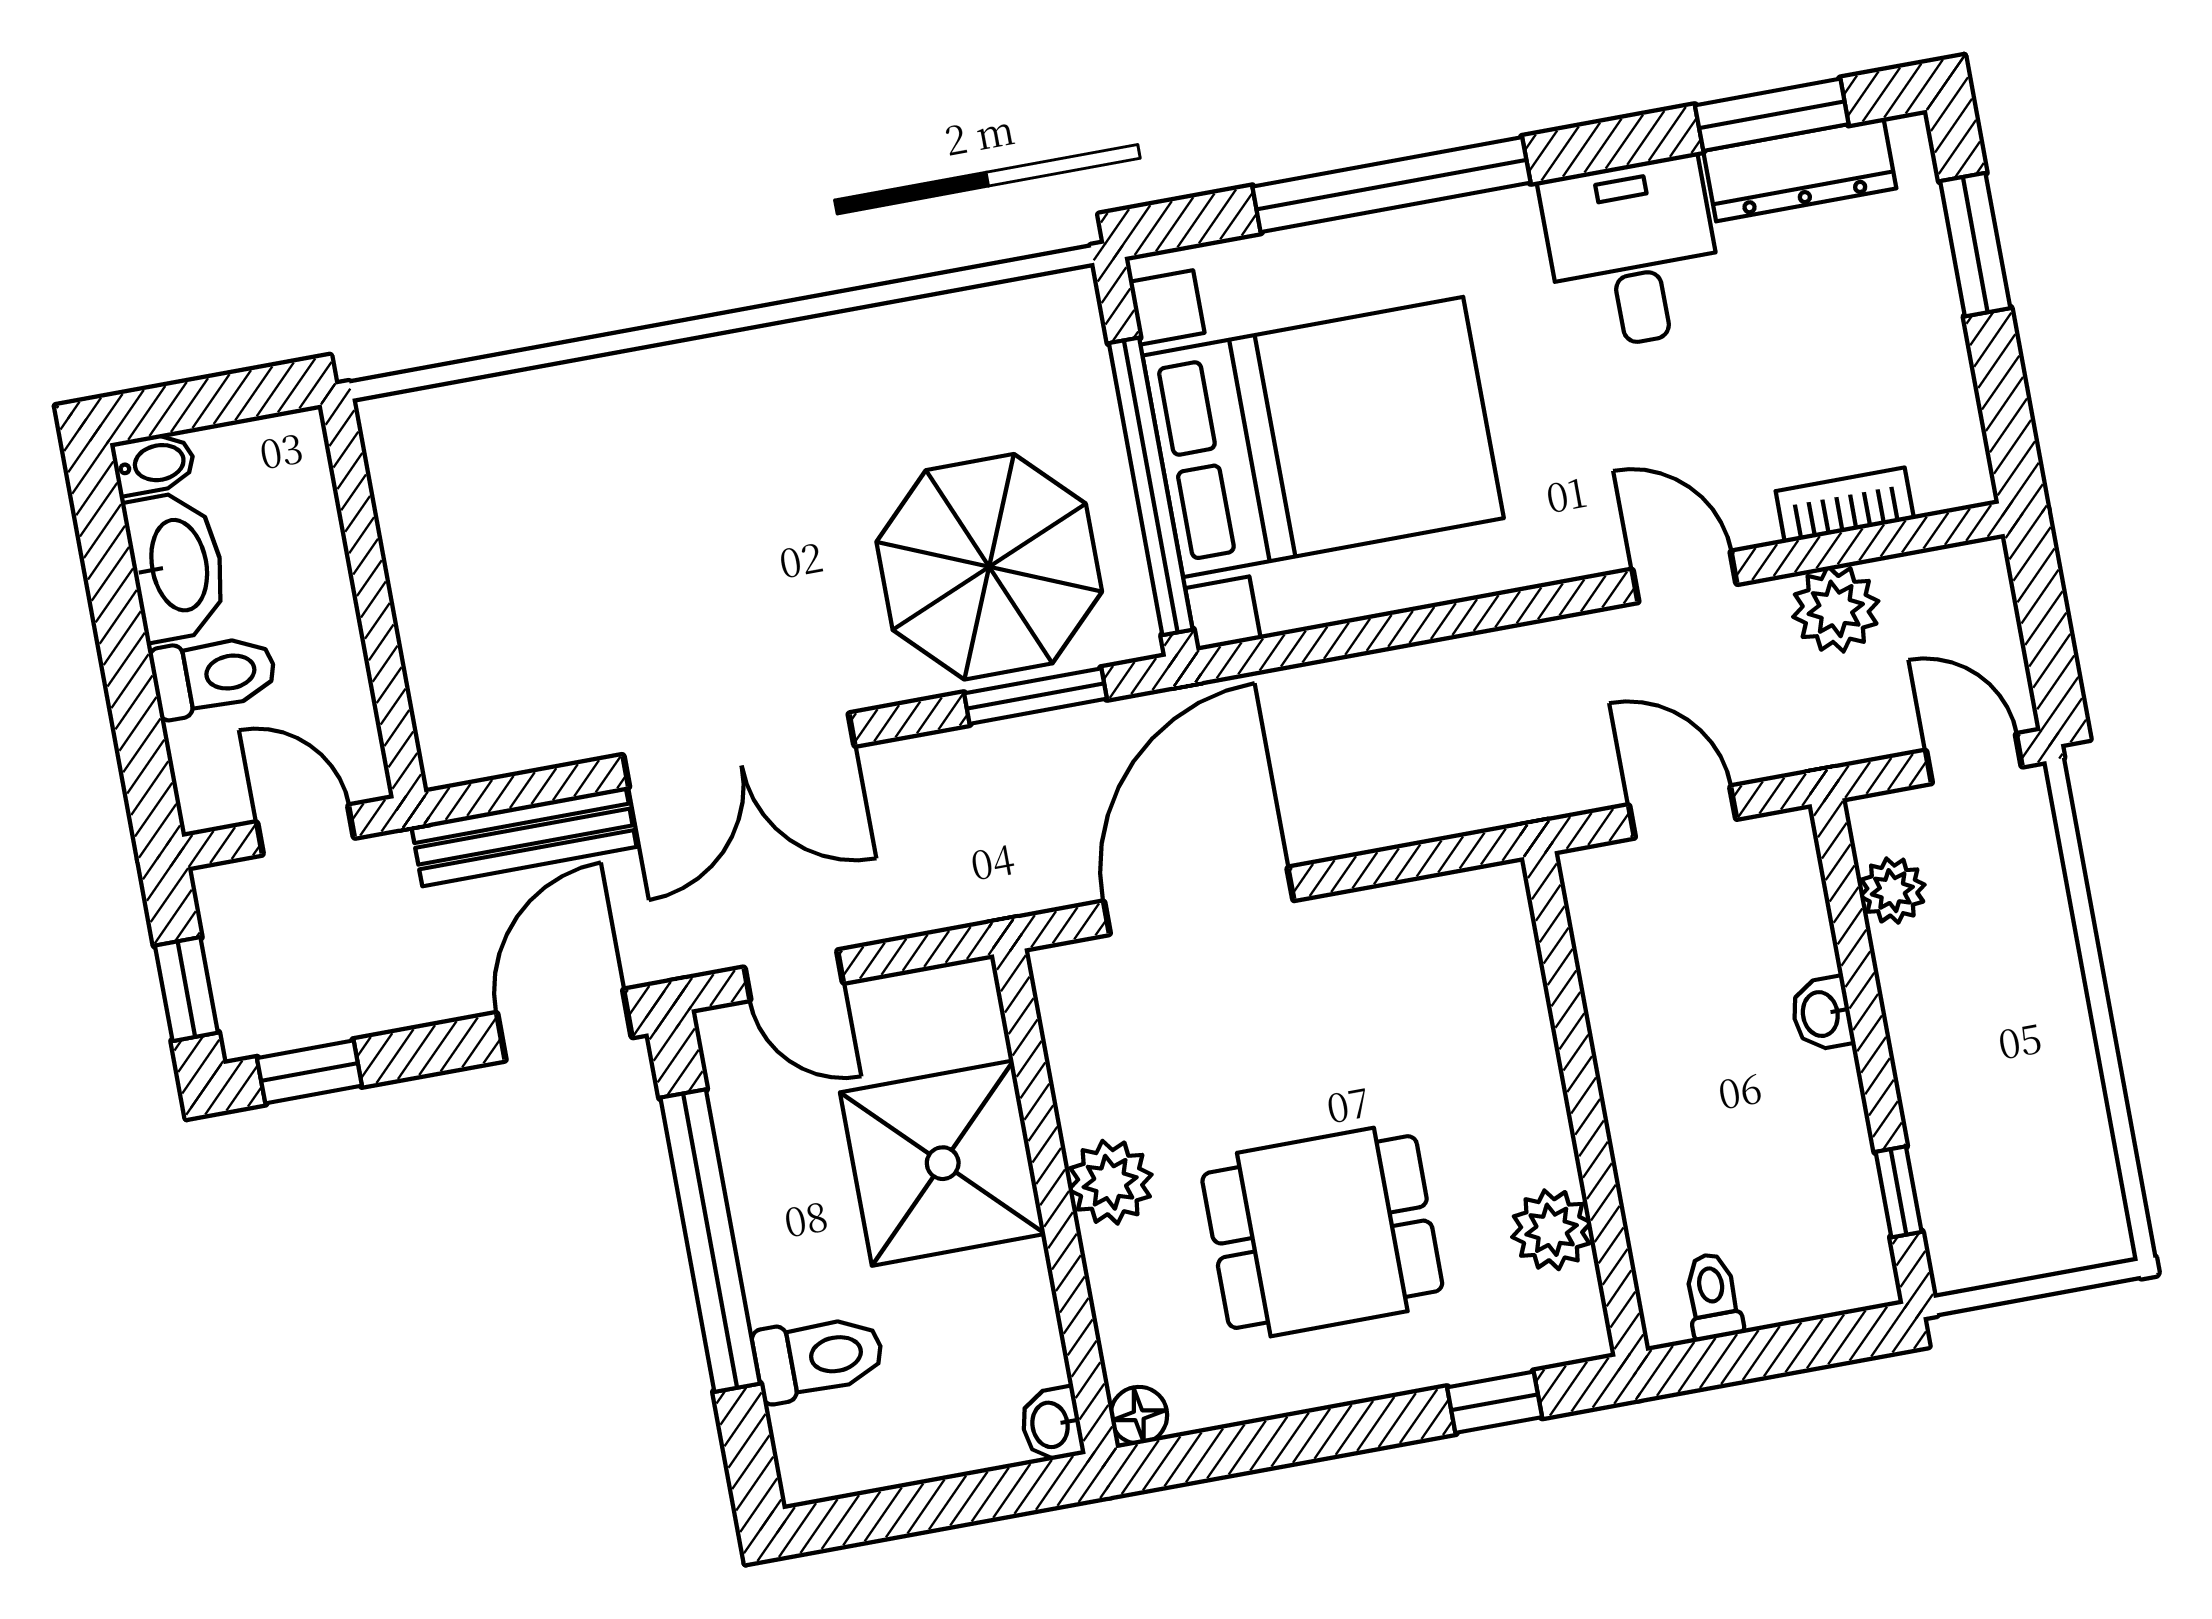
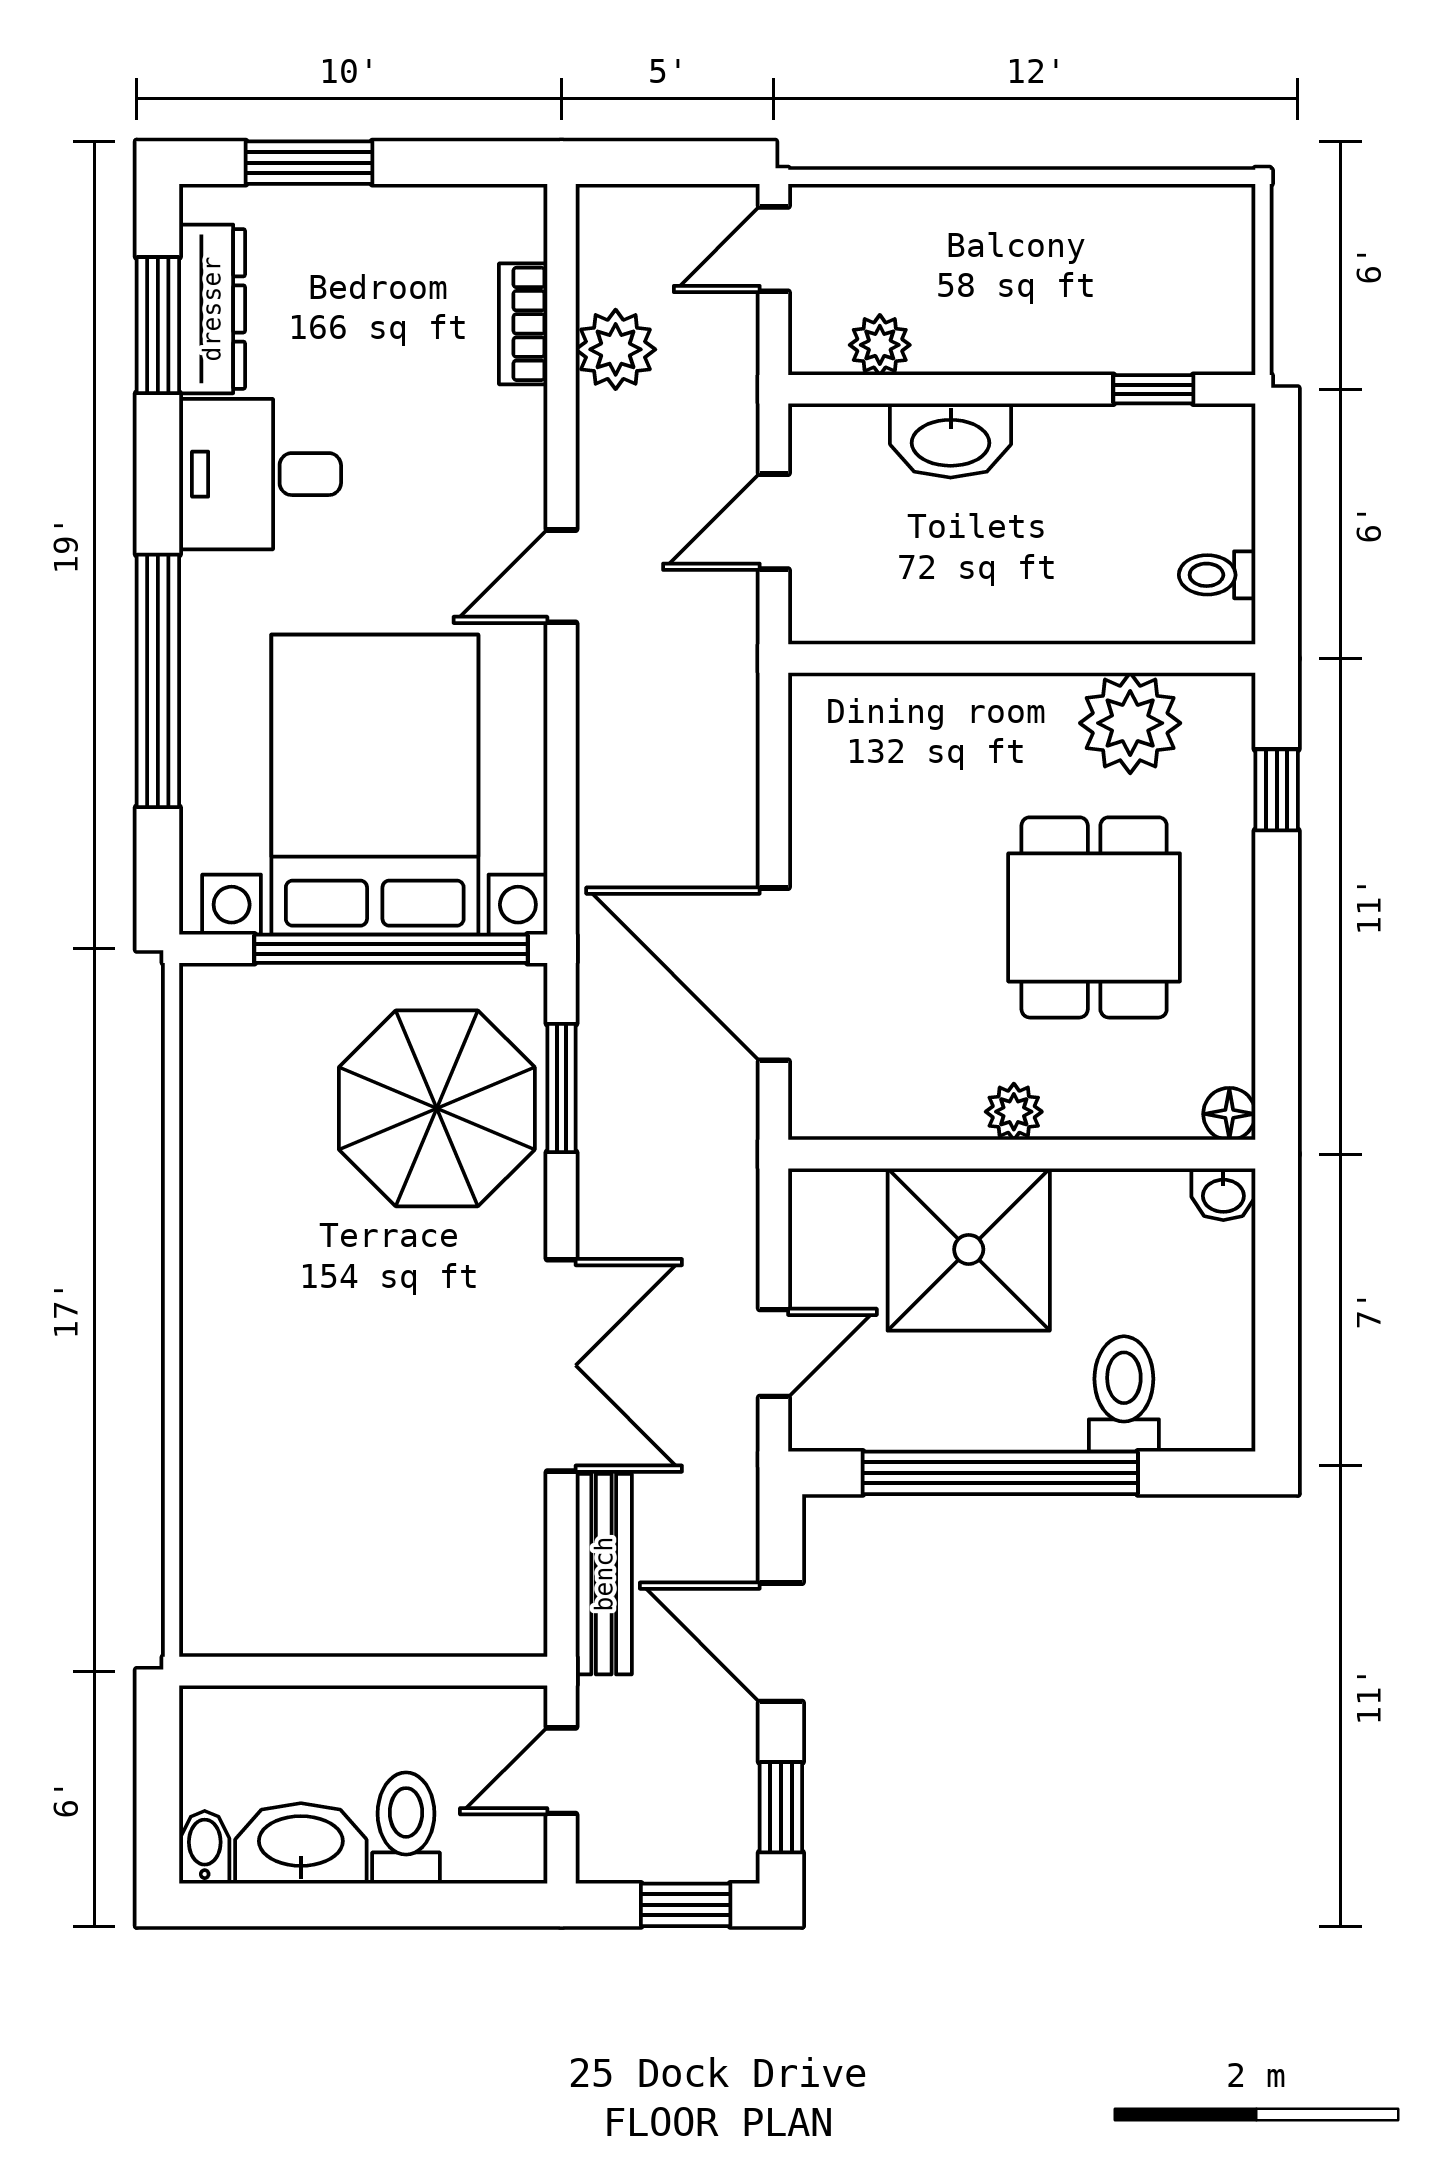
door: (1685, 577) -> (561, 576), moved
washbasin: (1822, 1014) -> (951, 441), width x1.91, depth x1.45
door: (564, 1025) -> (781, 1642), moved
plant: (1110, 1182) -> (1014, 1112), width x0.73, depth x0.73
plant: (1552, 1230) -> (1130, 723), width x1.36, depth x1.36

